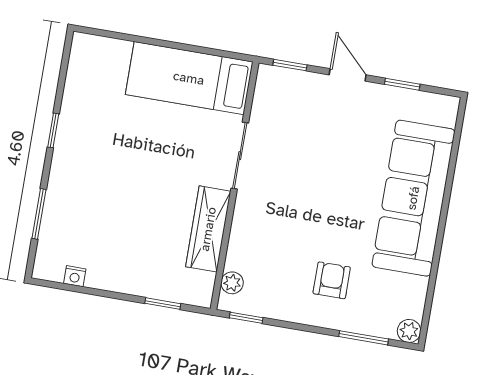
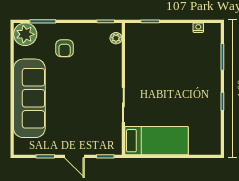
wardrobe: (208, 229) -> (133, 64), removed
plant: (409, 331) -> (25, 34), width x1.88, depth x1.88

